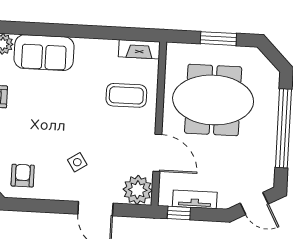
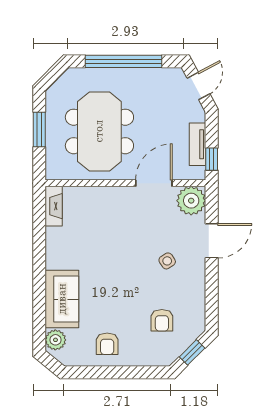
coffee table: (126, 95) -> (99, 216), removed
armchair: (23, 176) -> (162, 320), moved, turned -90

